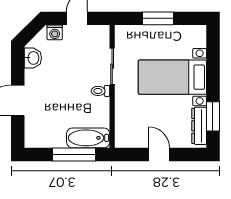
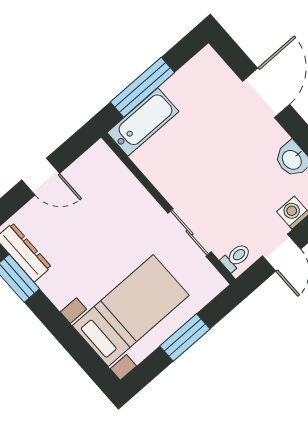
bed with nightstands: (172, 77) -> (131, 311), moved
toilet: (100, 91) -> (236, 257), moved

